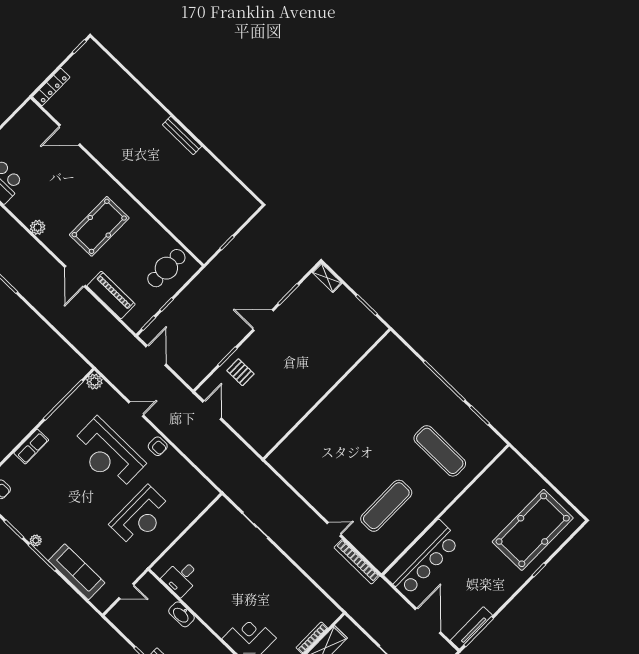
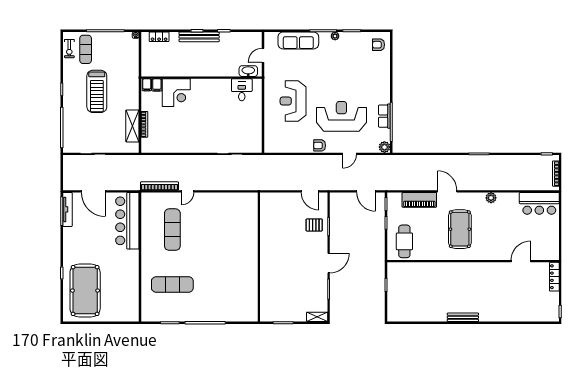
row of seats: (31, 447) -> (384, 116), moved
washbasin: (181, 614) -> (248, 71), moved

